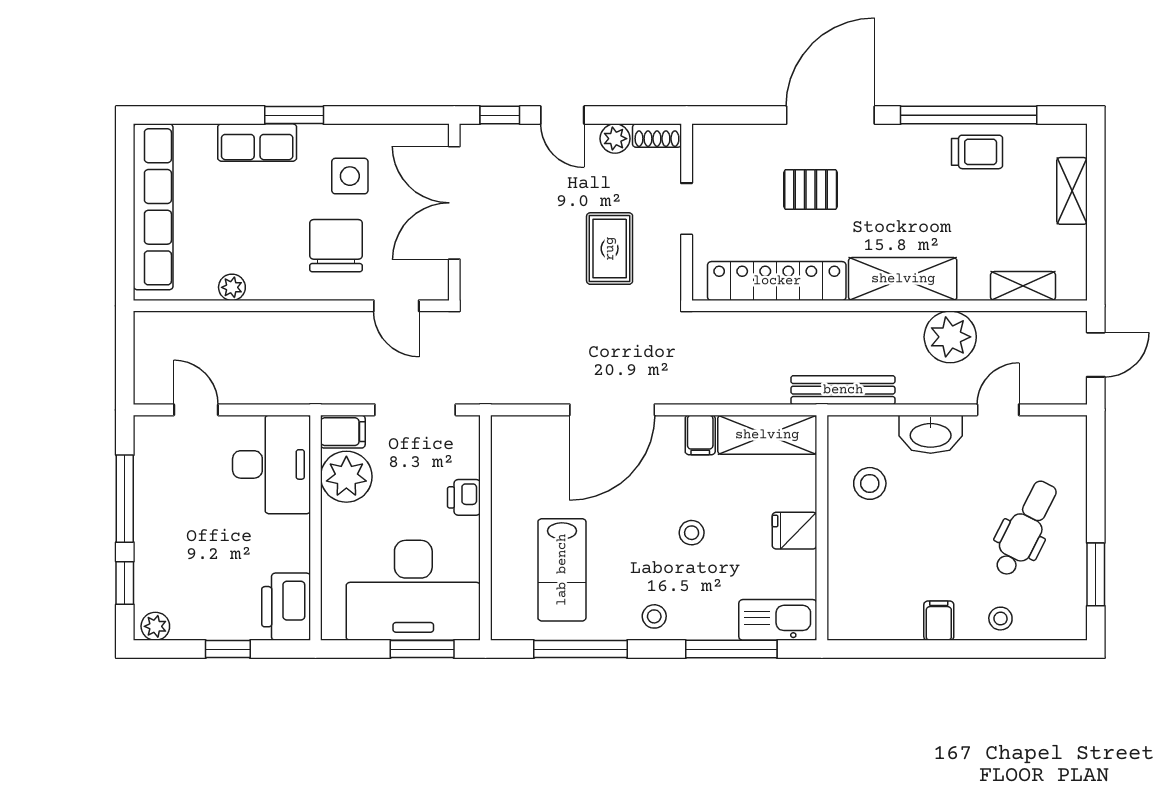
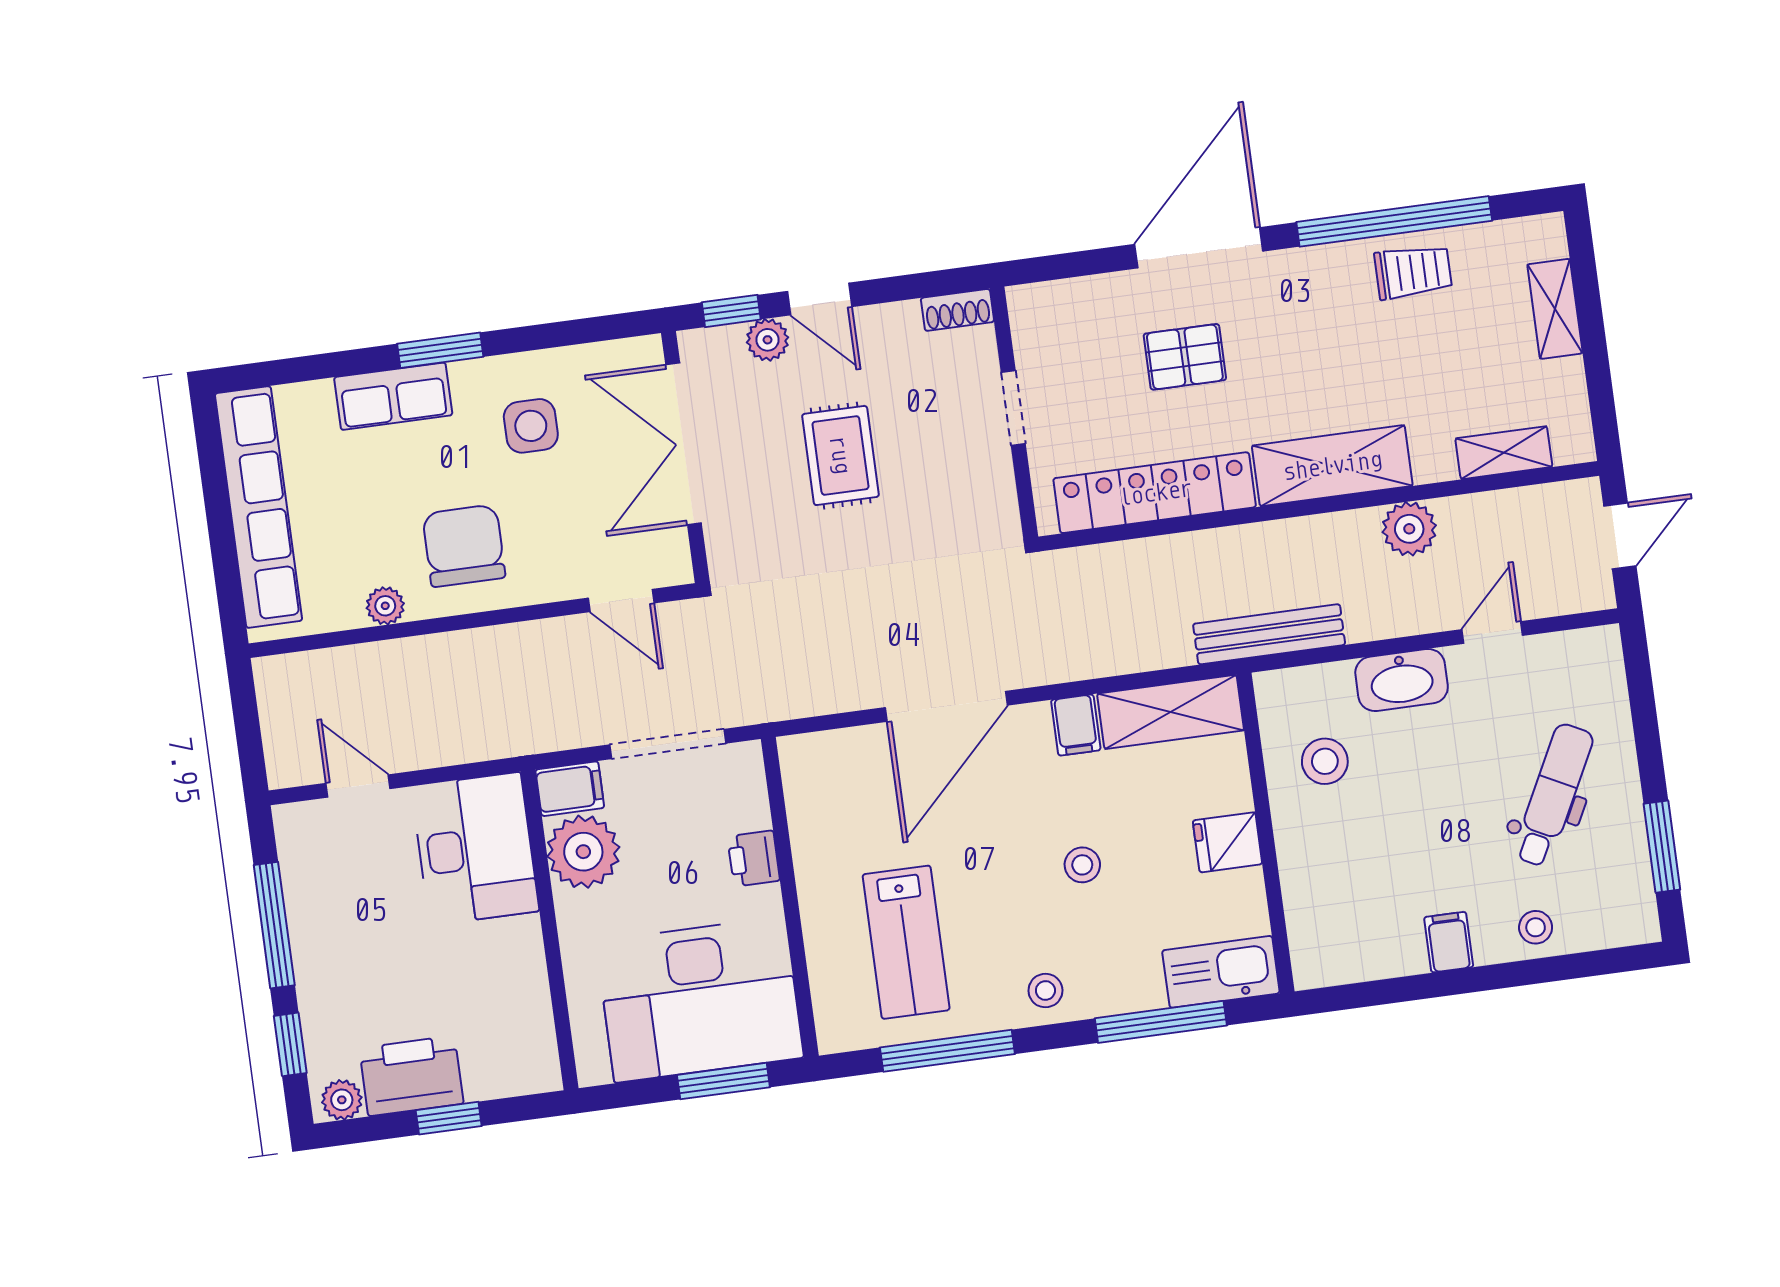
plant: (615, 139) -> (768, 340), moved
chair: (336, 246) -> (464, 546), moved
rug: (610, 249) -> (840, 455), moved
plant: (950, 337) -> (1409, 529), width x0.73, depth x0.73
printer: (286, 607) -> (411, 1076), moved, turned 90

